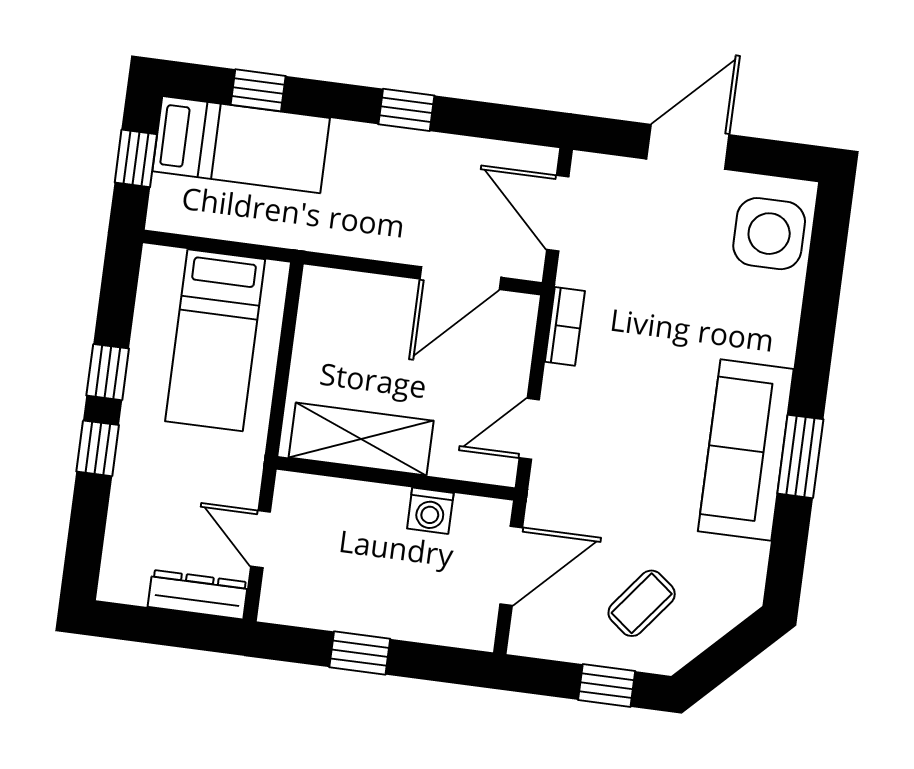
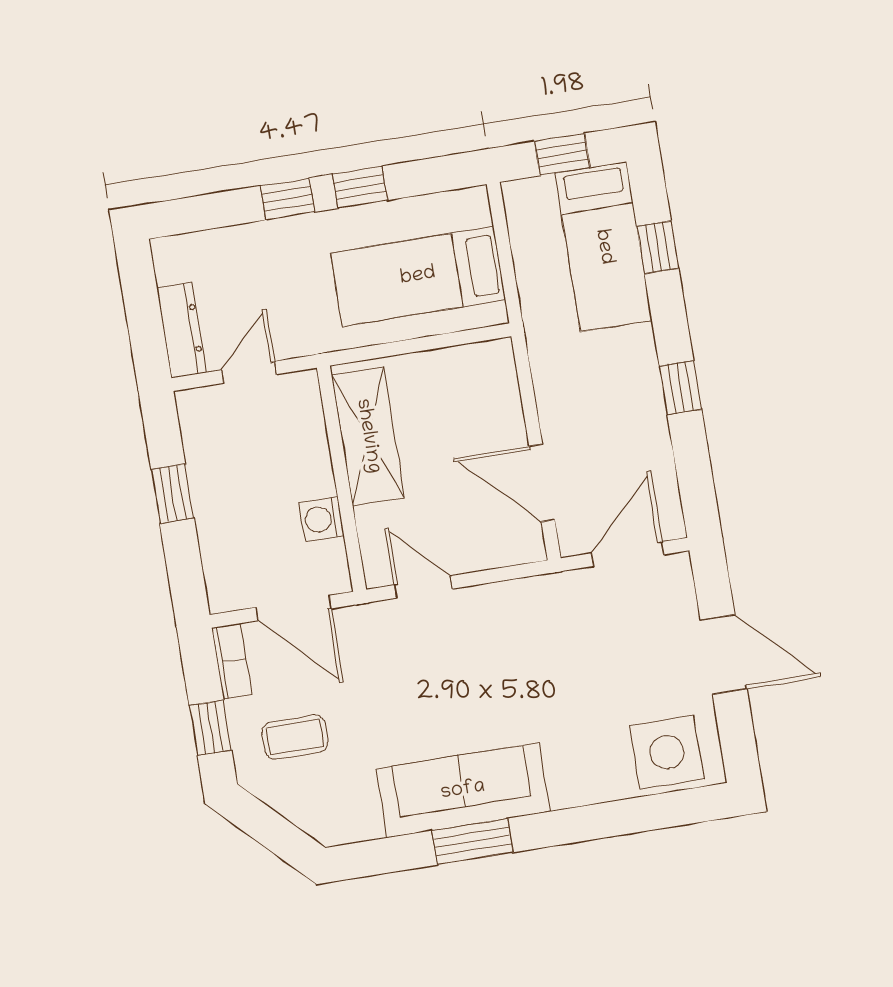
bookcase: (565, 326) -> (232, 661), moved, turned -90
coffee table: (642, 603) -> (295, 737), turned -38

